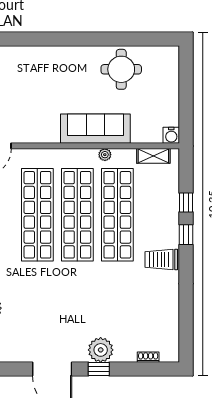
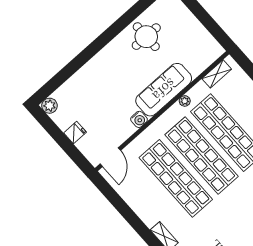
water cooler: (171, 135) -> (139, 119), moved

